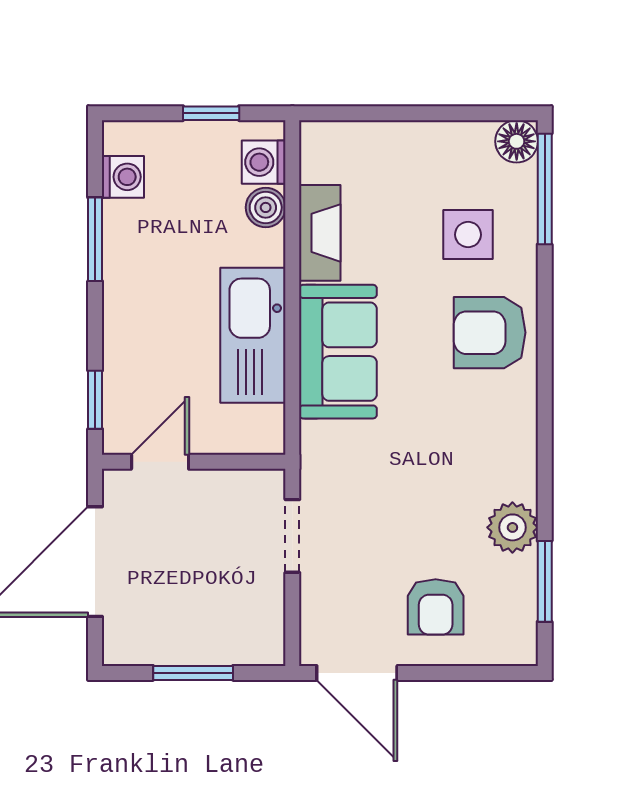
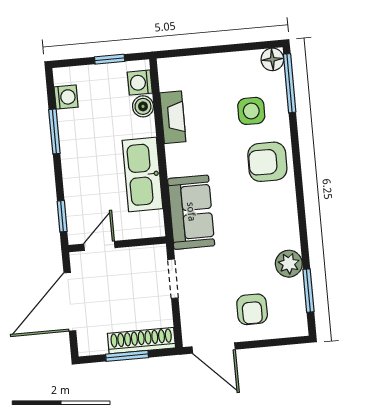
sofa: (338, 352) -> (191, 212), moved
shoe rack: (223, 647) -> (141, 341), added

